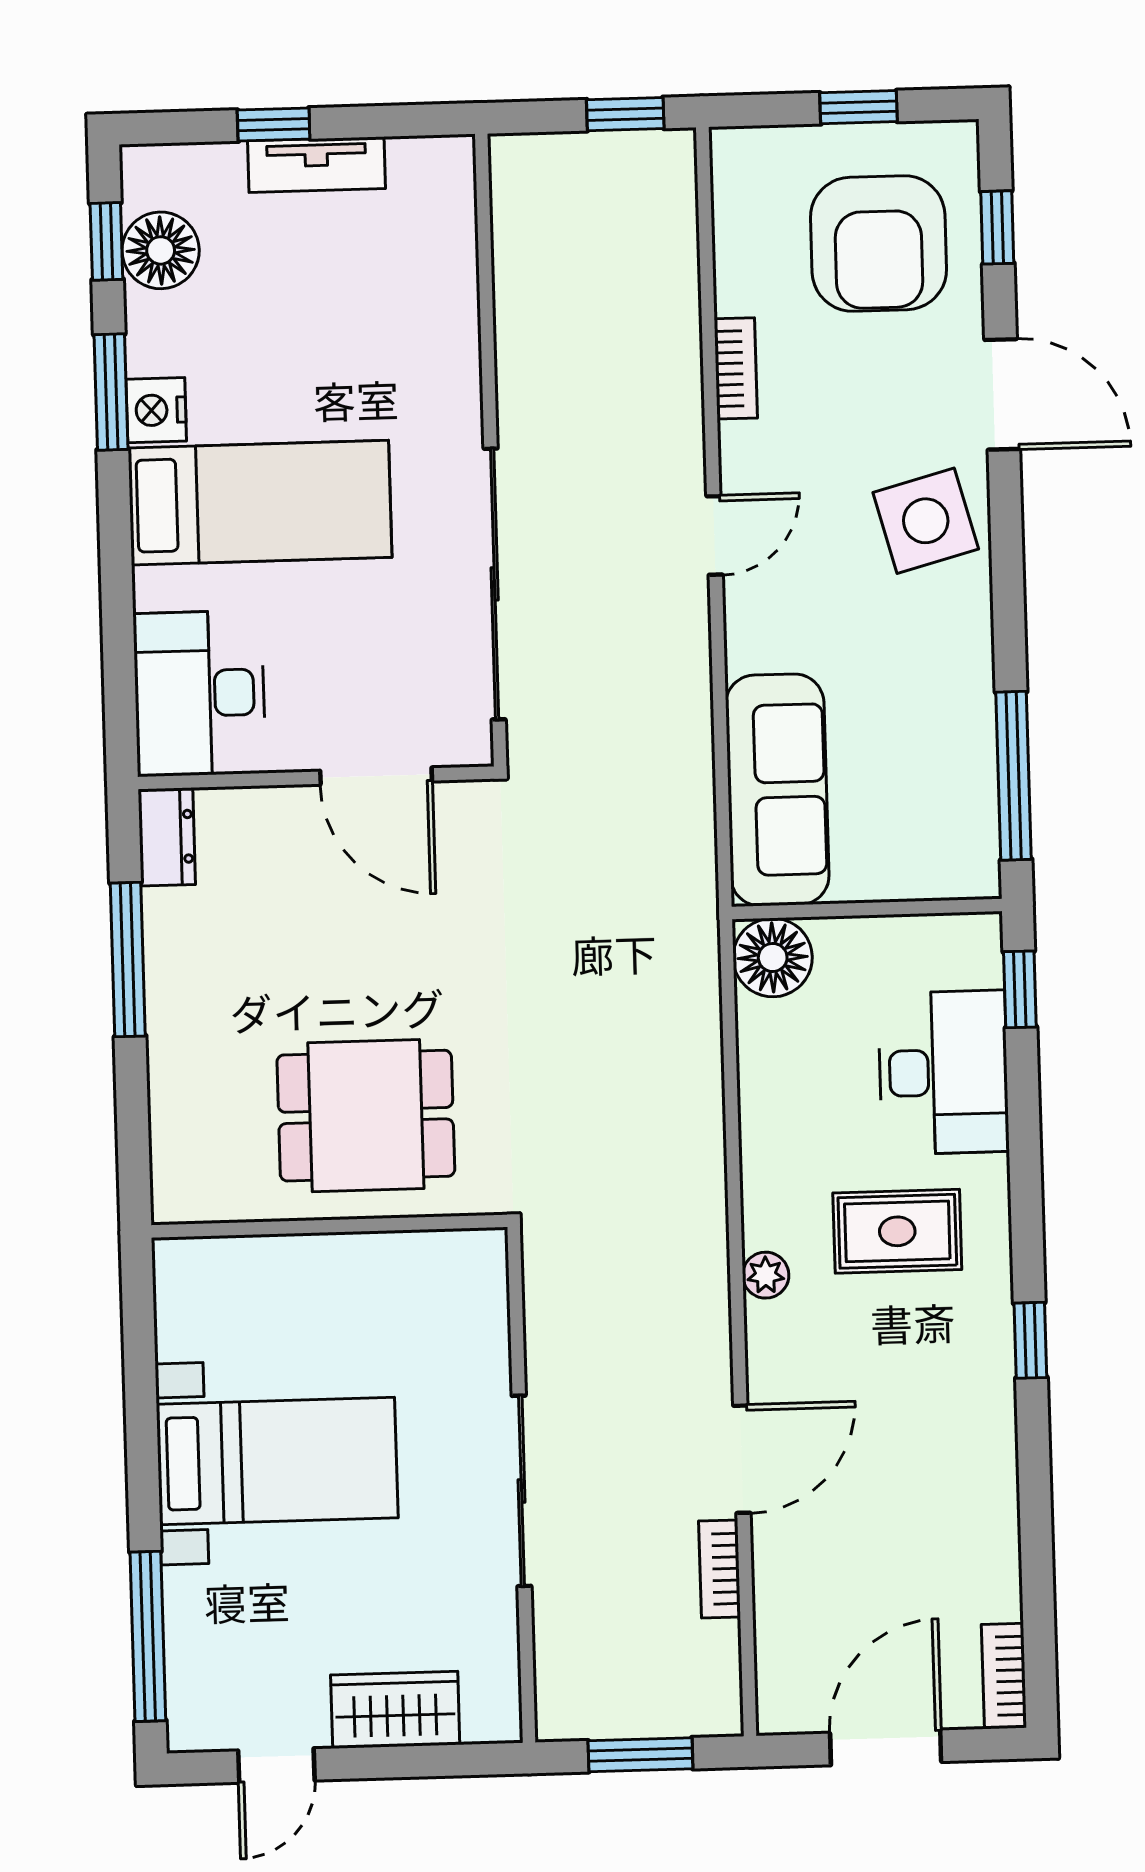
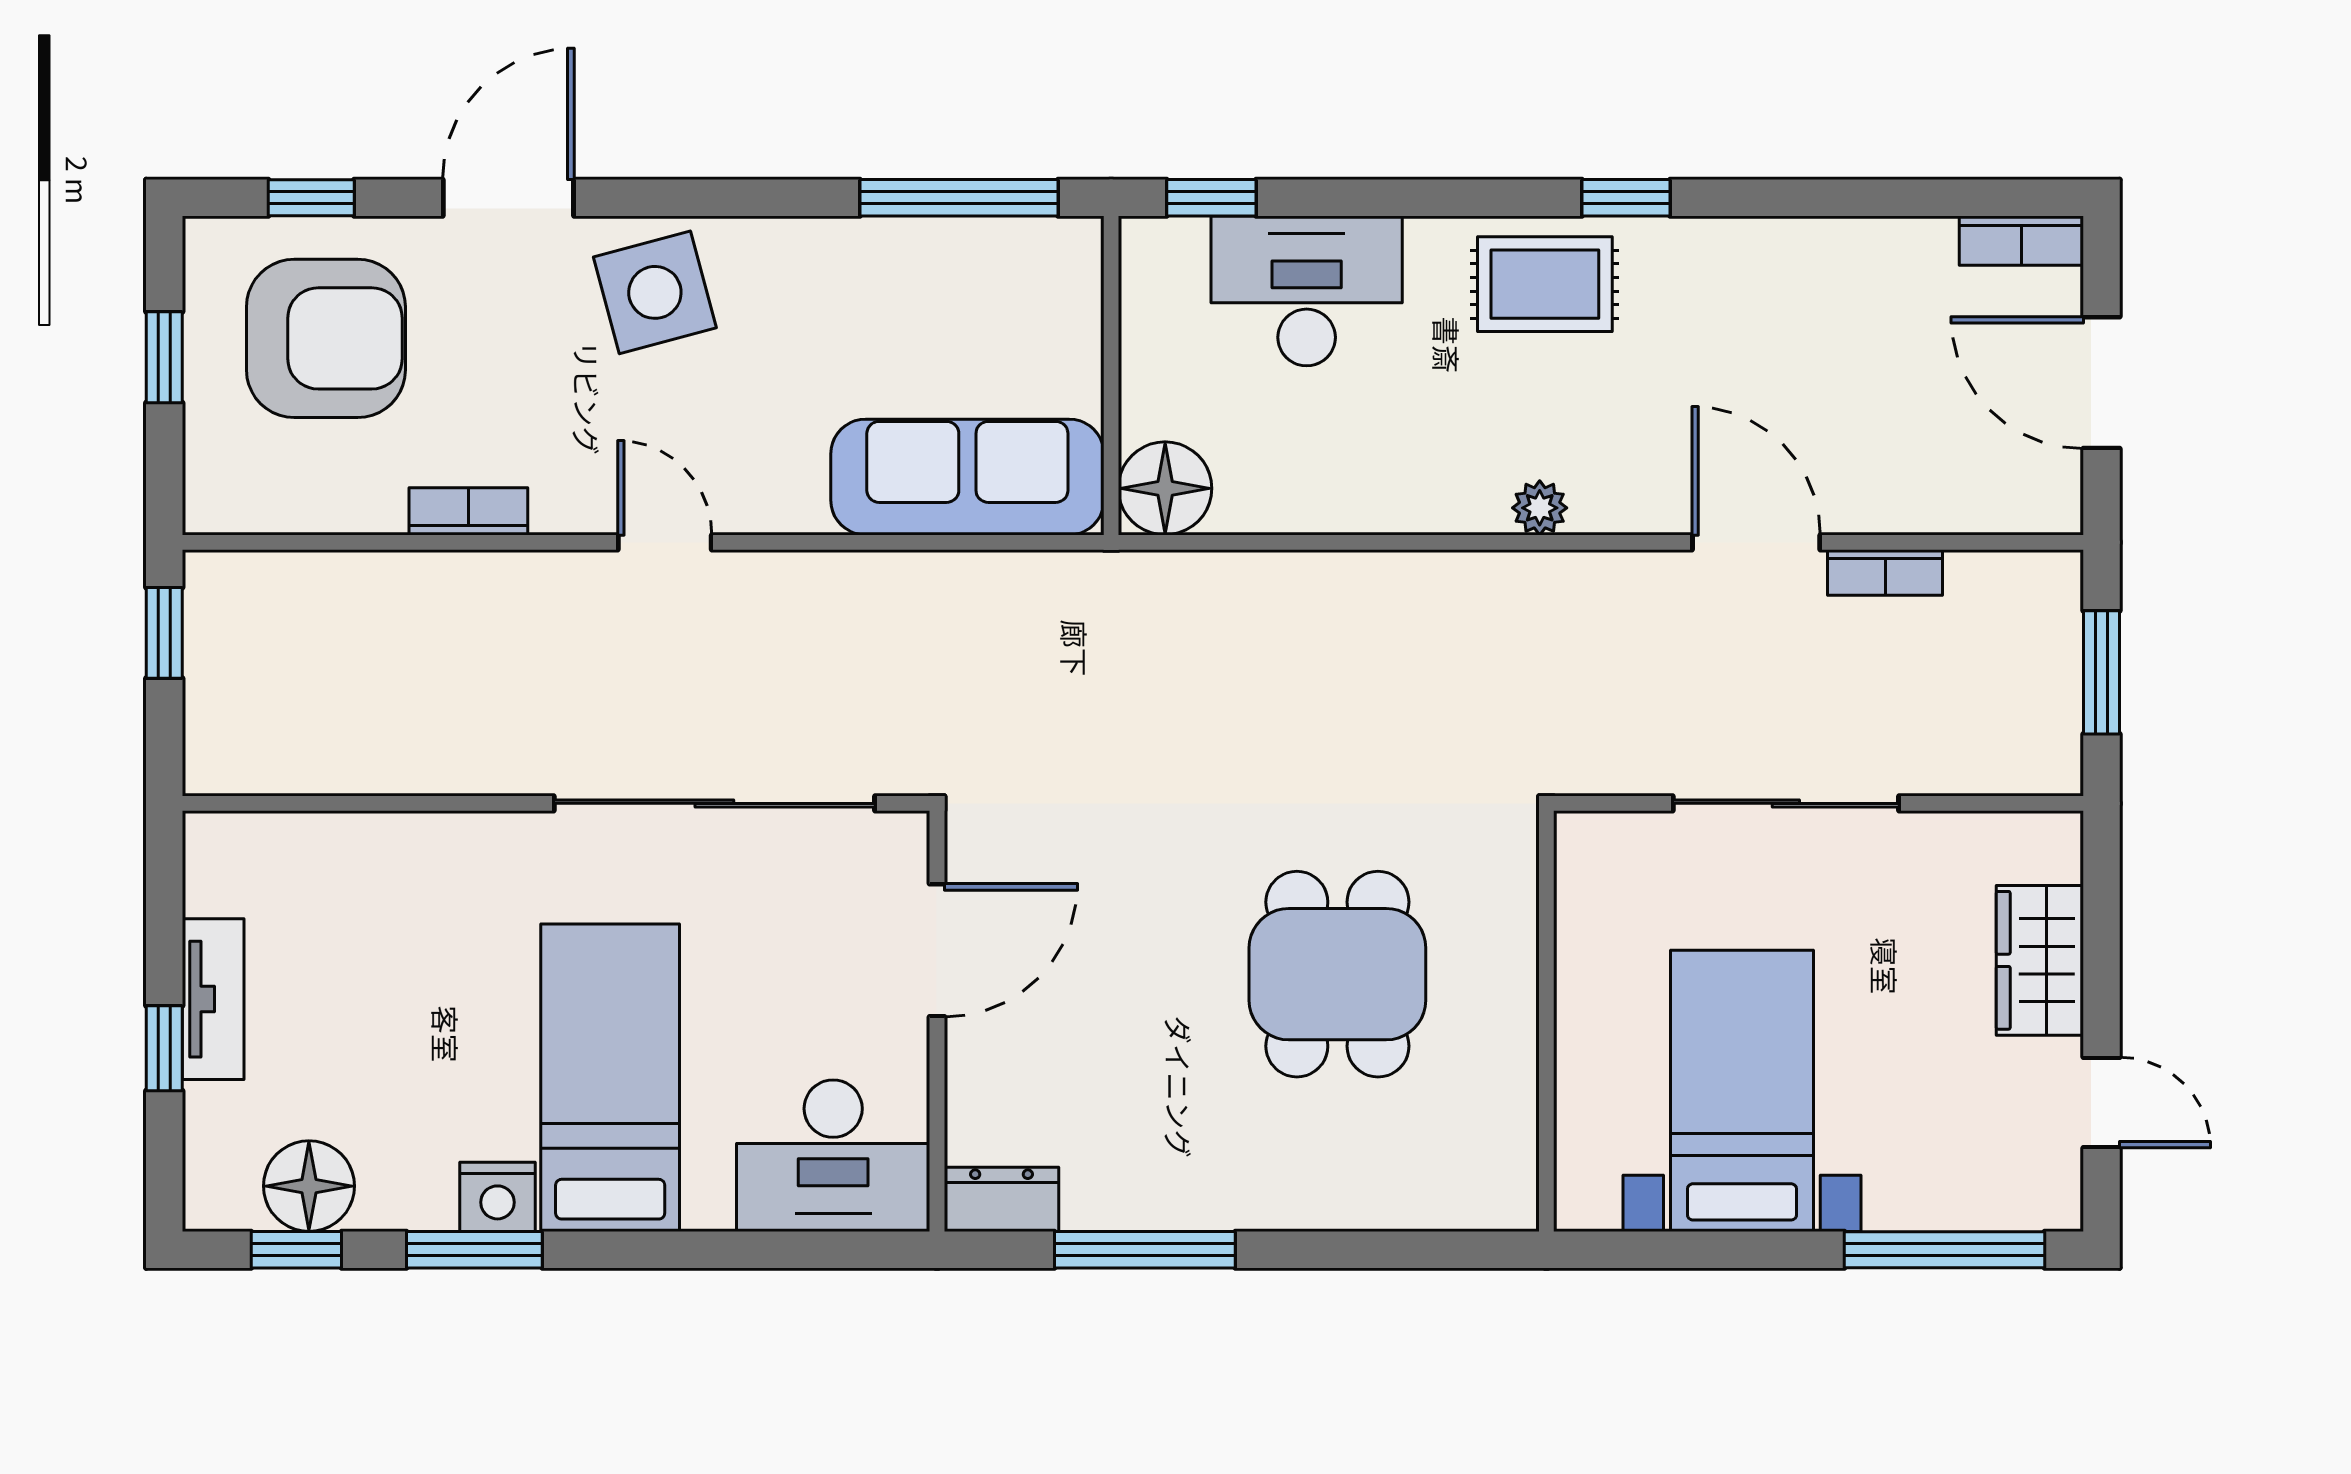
wall: (329, 1226) -> (1546, 1021), moved
rug: (897, 1231) -> (1545, 284), moved, turned 90

